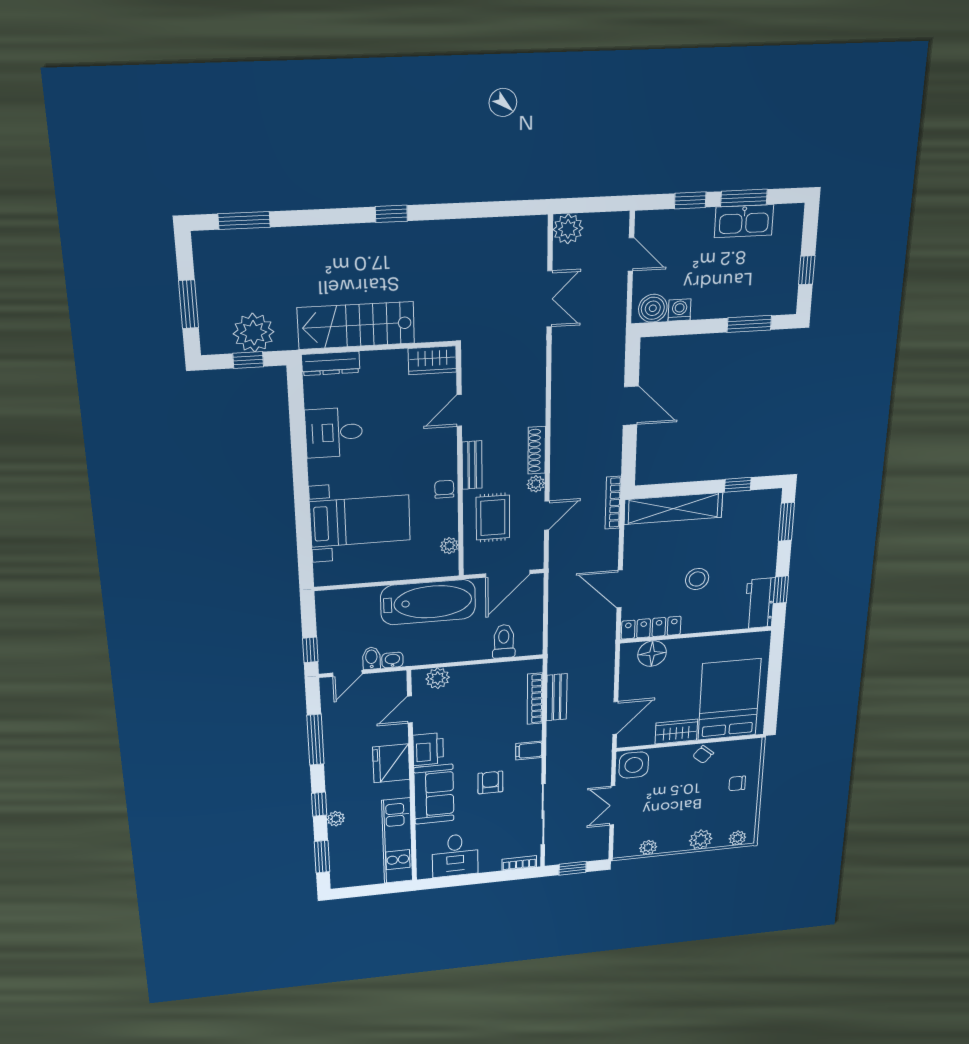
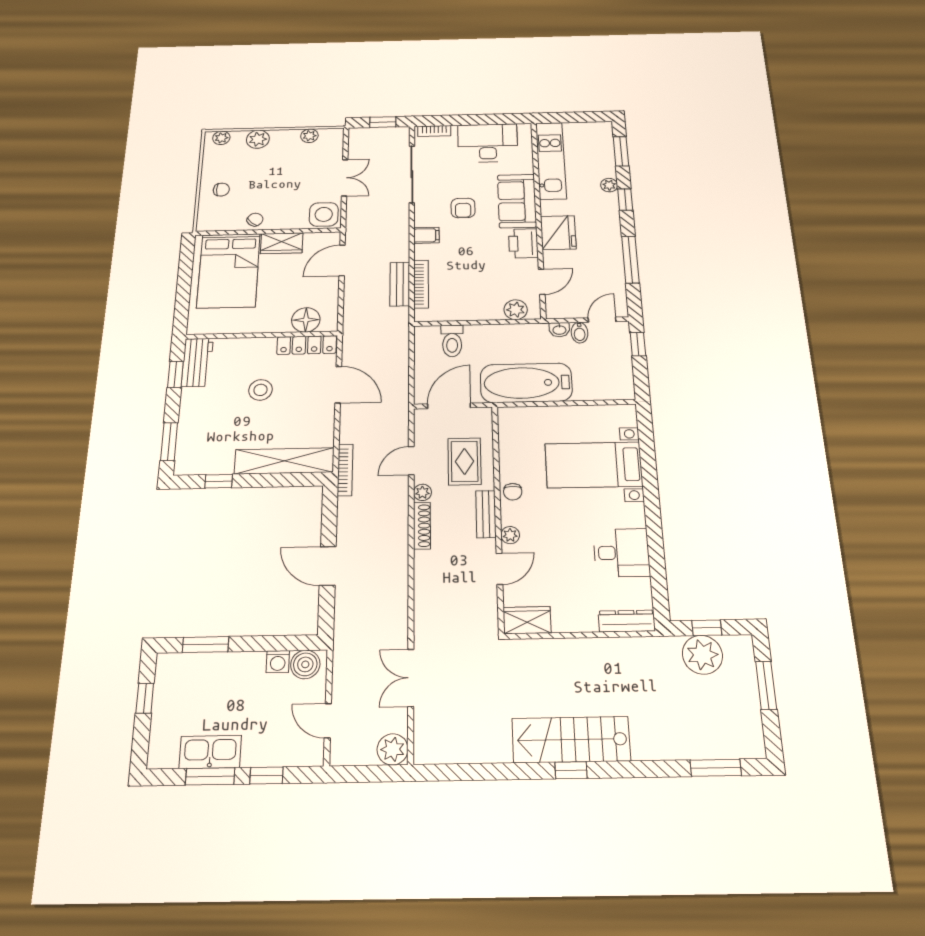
stairs: (356, 325) -> (571, 740), moved, turned 180
plant: (449, 546) -> (510, 535), moved
desk: (455, 855) -> (488, 143), width x1.37

